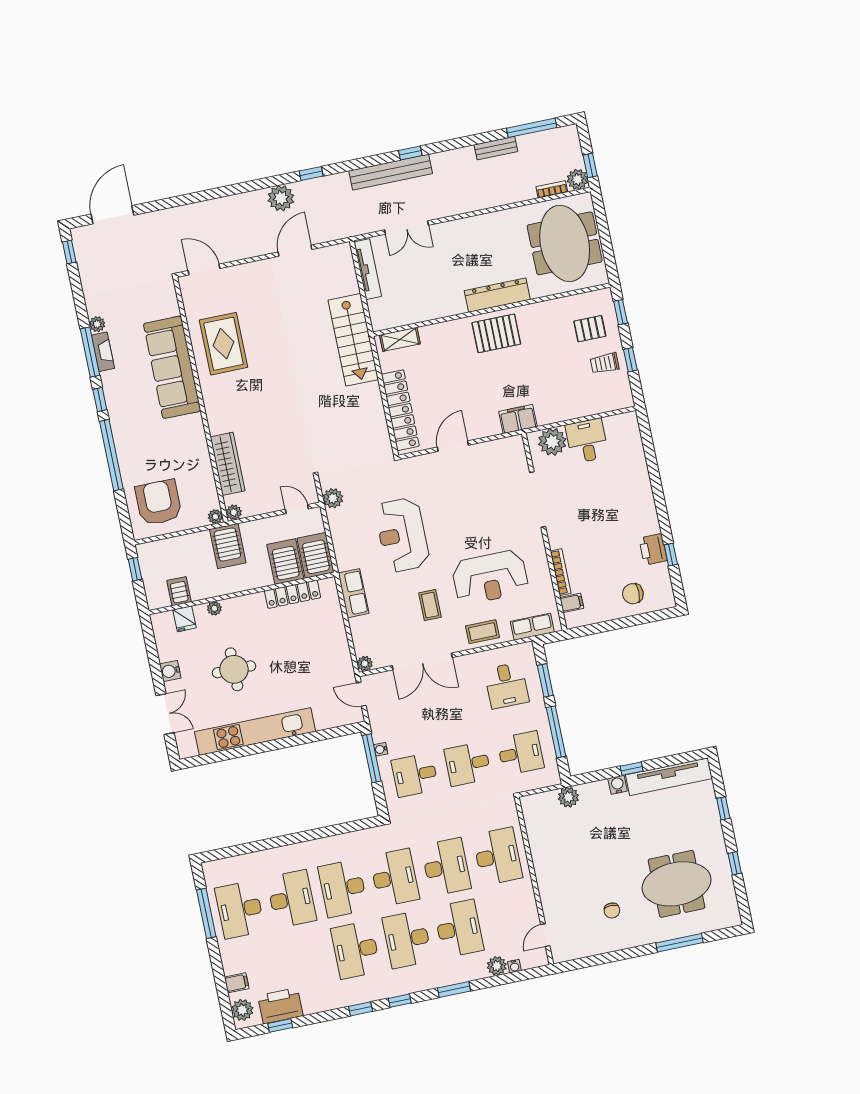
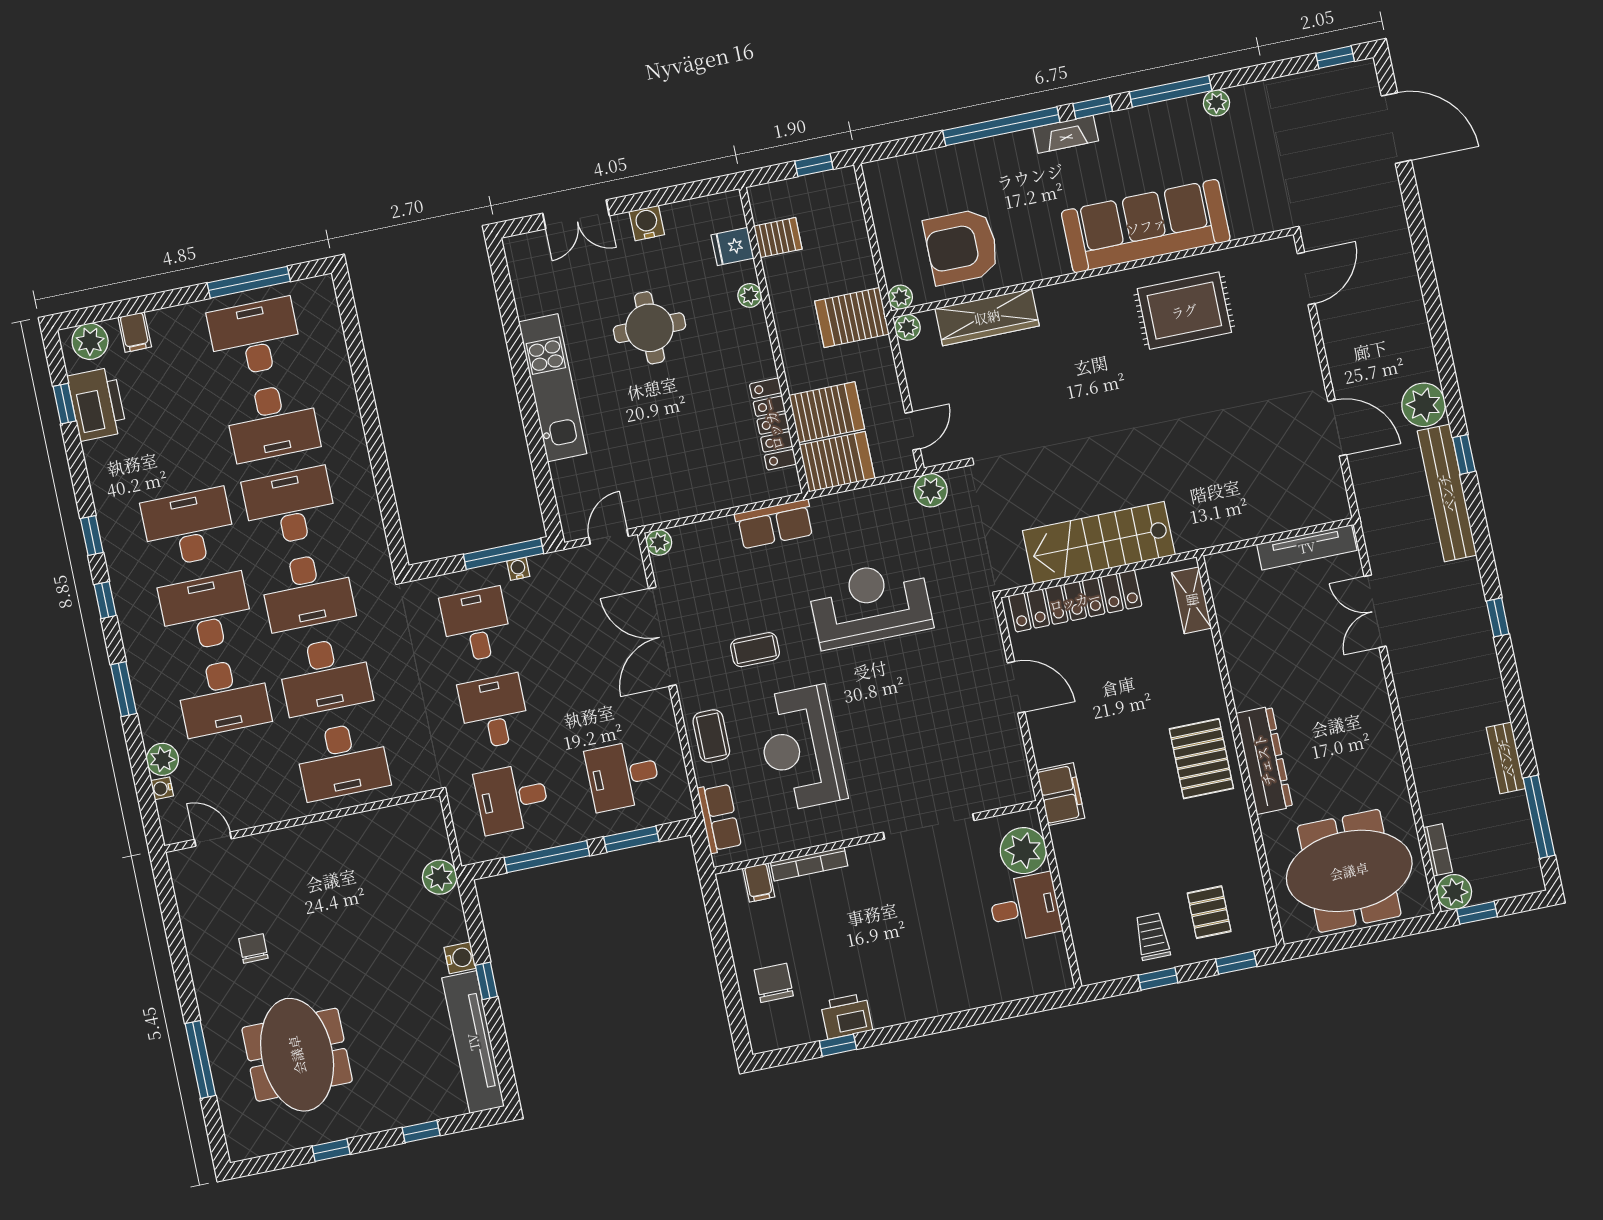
bench: (391, 172) -> (1447, 493), moved
stairs: (353, 340) -> (1099, 543), moved
fireplace: (103, 352) -> (1066, 134), moved
armchair: (159, 502) -> (962, 247), moved, turned 180
kitchen unit: (255, 732) -> (553, 388), width x0.73
desk: (520, 753) -> (512, 798), turned 90
chair: (612, 911) -> (253, 948), turned 90

